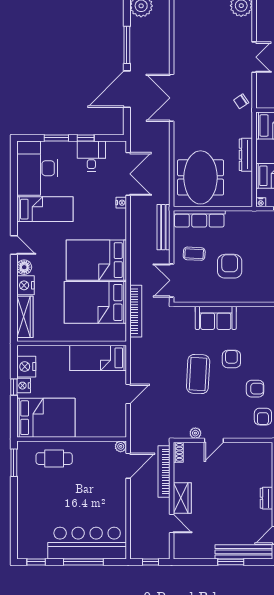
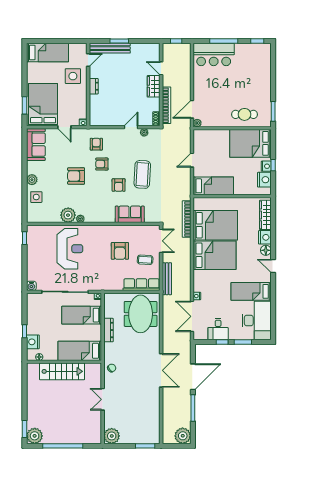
bar counter: (87, 543) -> (214, 54), width x0.73

